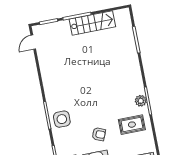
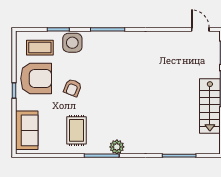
plant: (141, 101) -> (117, 147), moved
side table: (62, 119) -> (72, 43), moved

